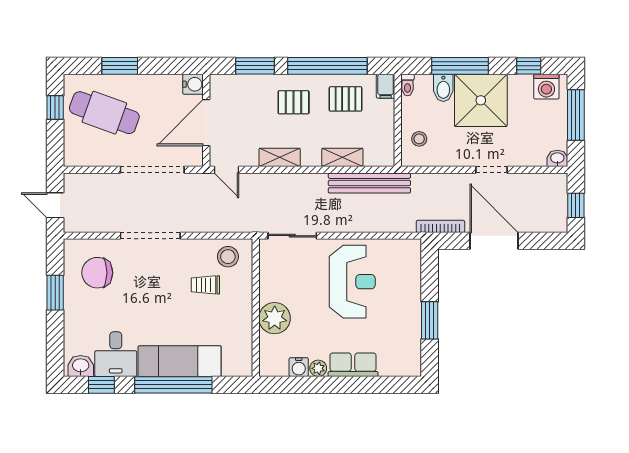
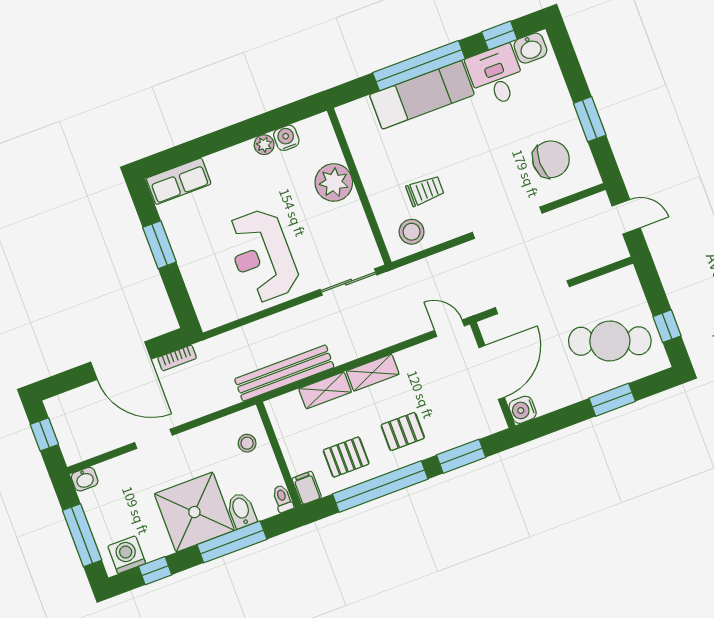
shelving: (280, 157) -> (373, 373), moved
bookcase: (440, 226) -> (177, 358), width x0.64
row of seats: (353, 365) -> (179, 181), moved

